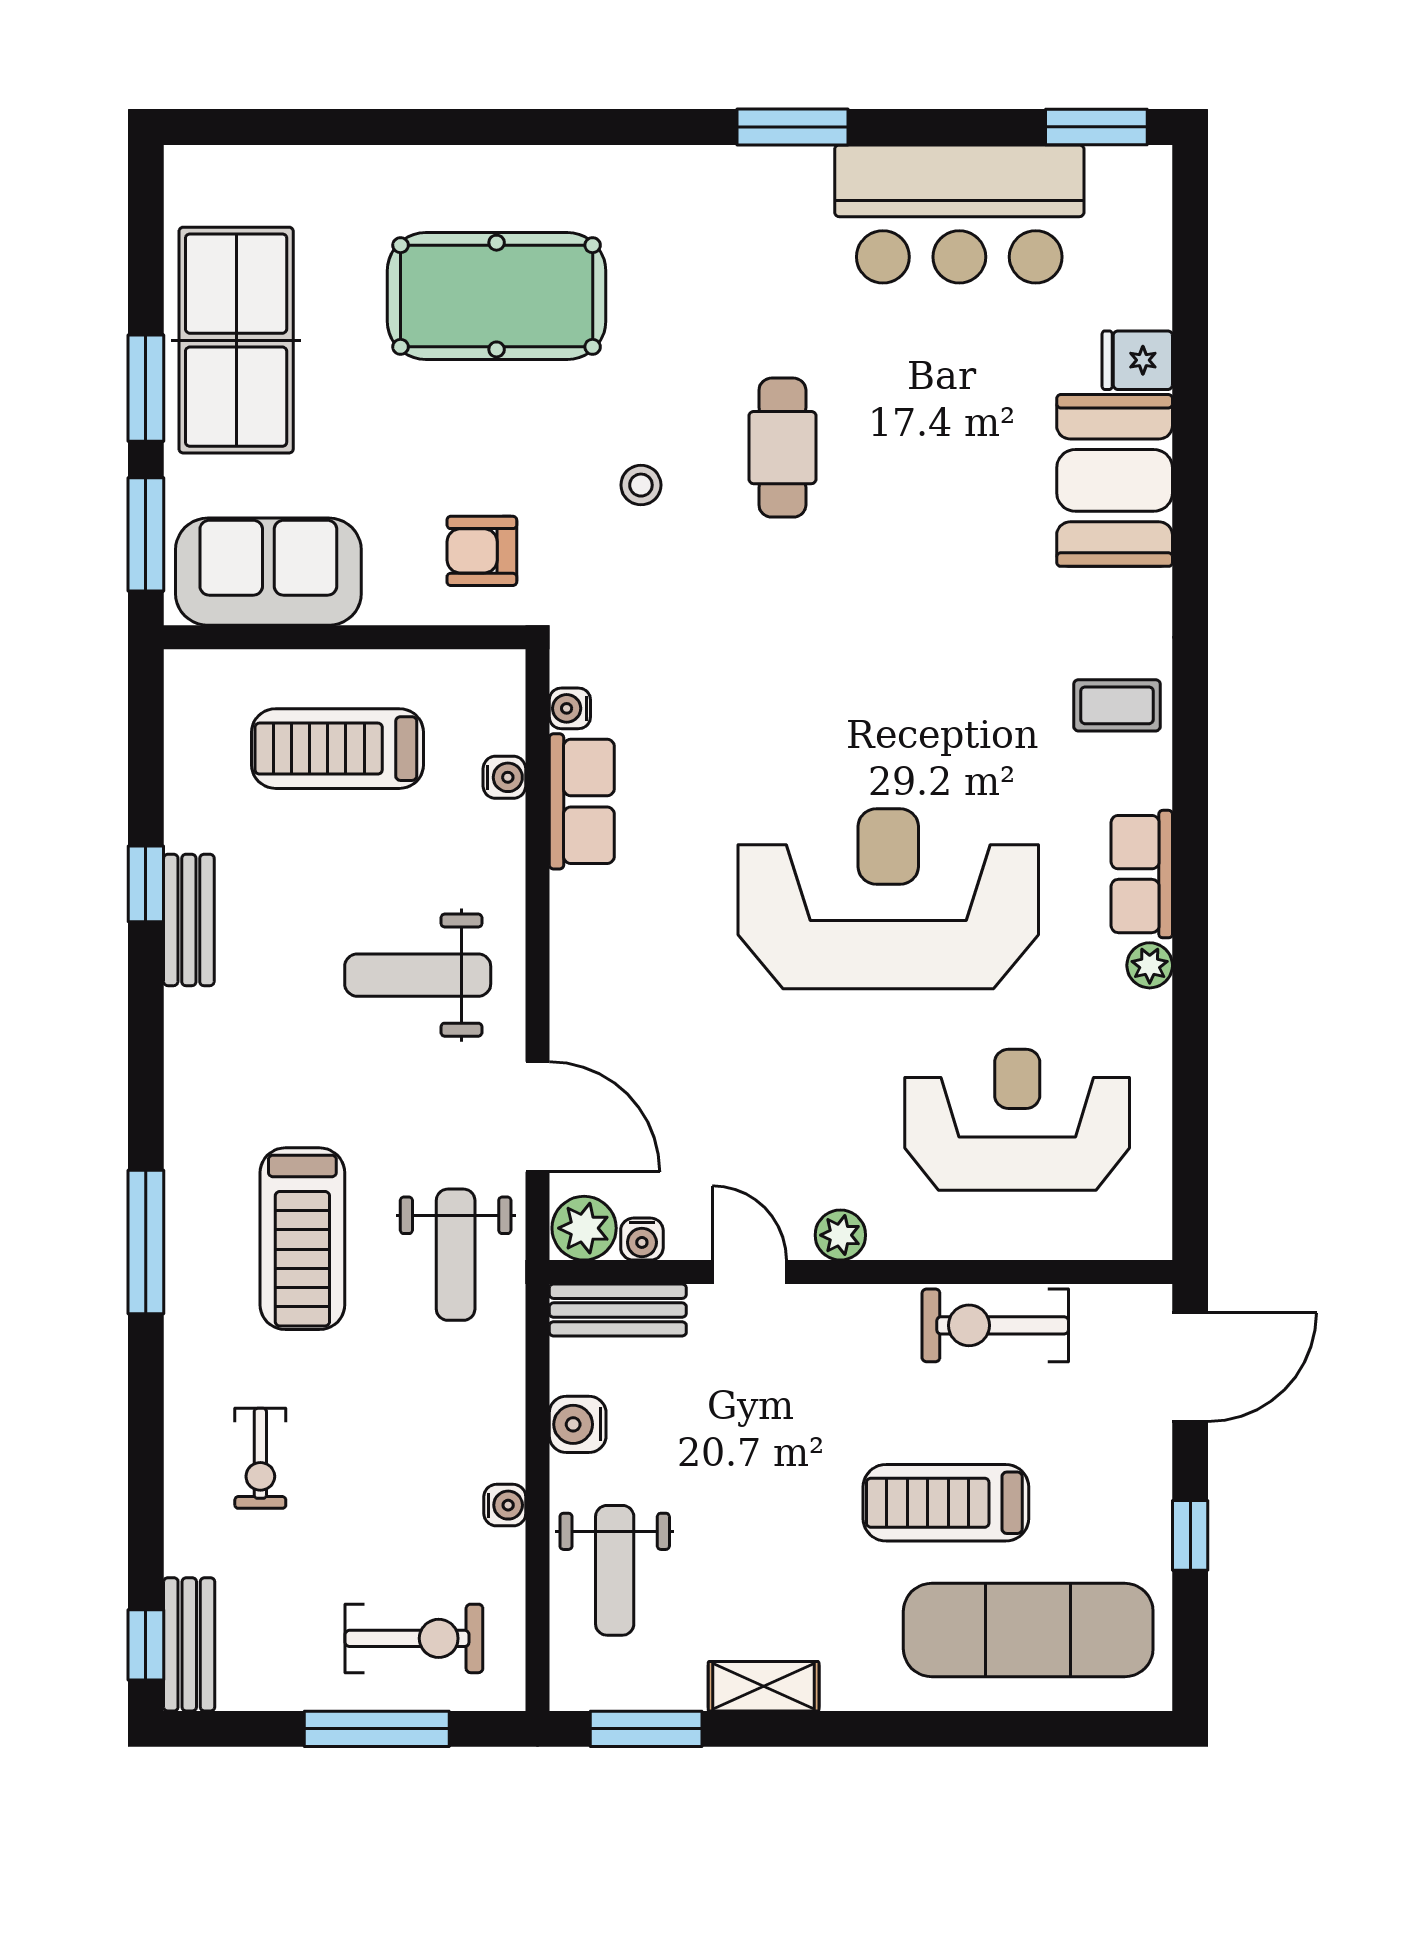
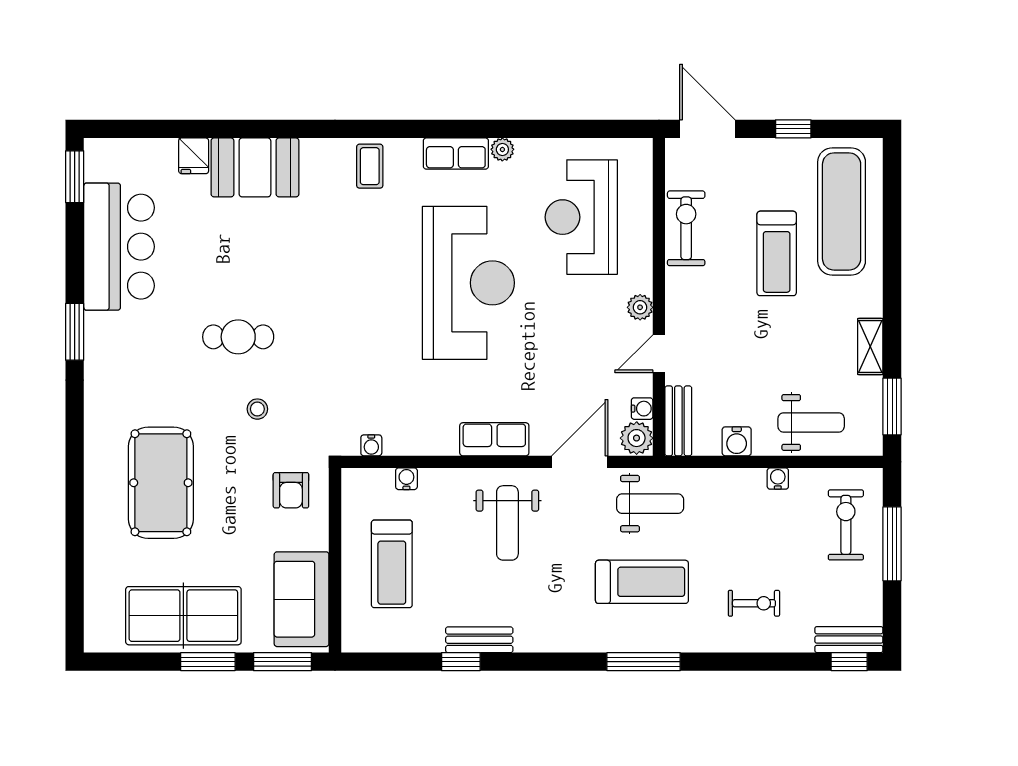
row of seats: (582, 801) -> (494, 439), moved
reception desk: (888, 899) -> (468, 283), turned 180
exercise bike: (995, 1325) -> (686, 228), turned 180

